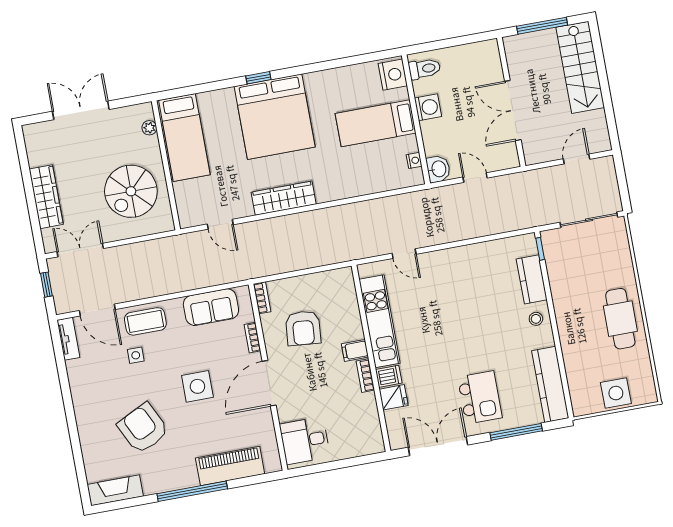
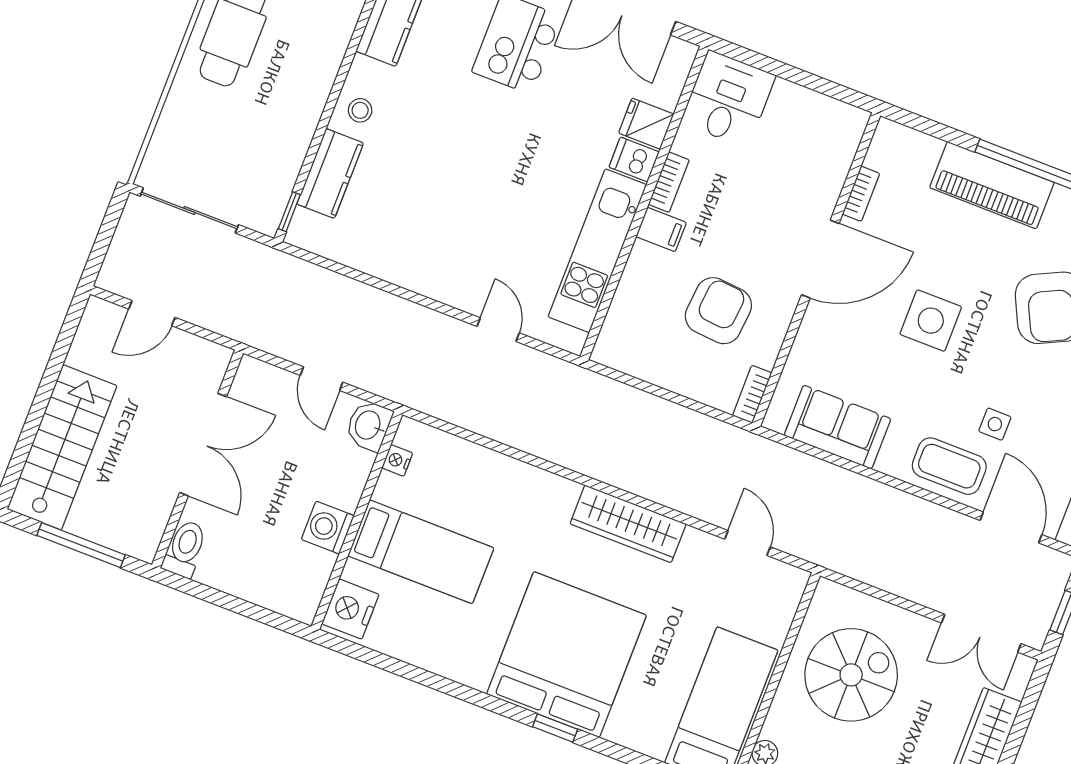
toilet: (425, 69) -> (185, 549), moved, turned 90
bookcase: (252, 338) -> (861, 194), moved
desk: (305, 441) -> (728, 99), moved, turned -90
piano: (230, 466) -> (992, 185), moved

